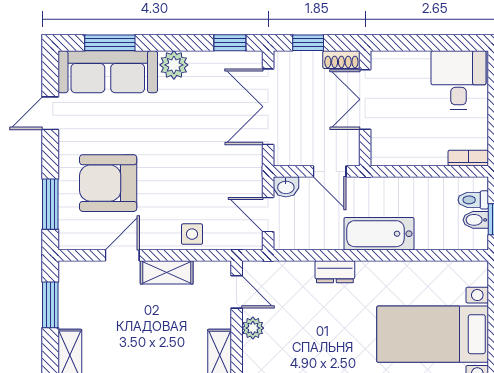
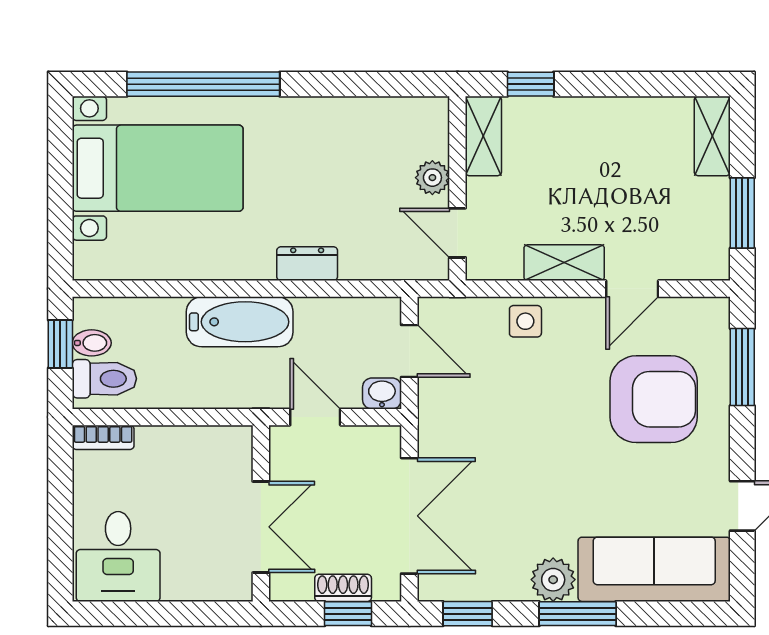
window: (110, 43) -> (578, 614), moved
shoe rack: (341, 60) -> (343, 588), moved
toilet: (473, 200) -> (104, 379), width x1.37, depth x1.39

